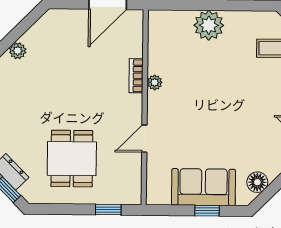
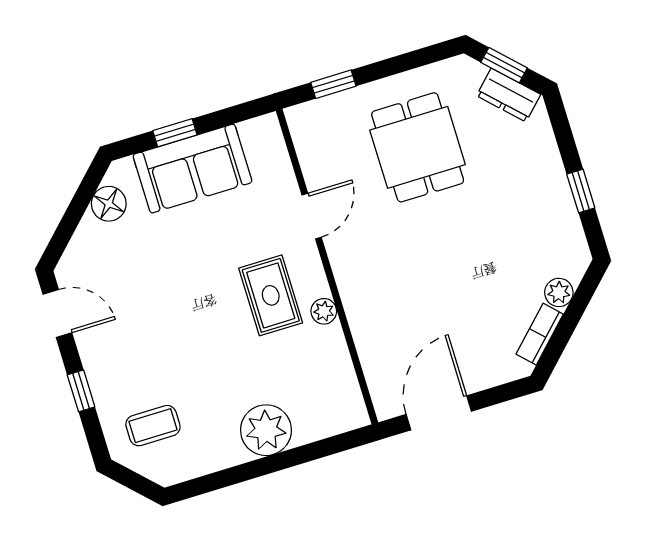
bookcase: (136, 76) -> (540, 334), moved, turned -135
rug: (182, 101) -> (271, 295), added

